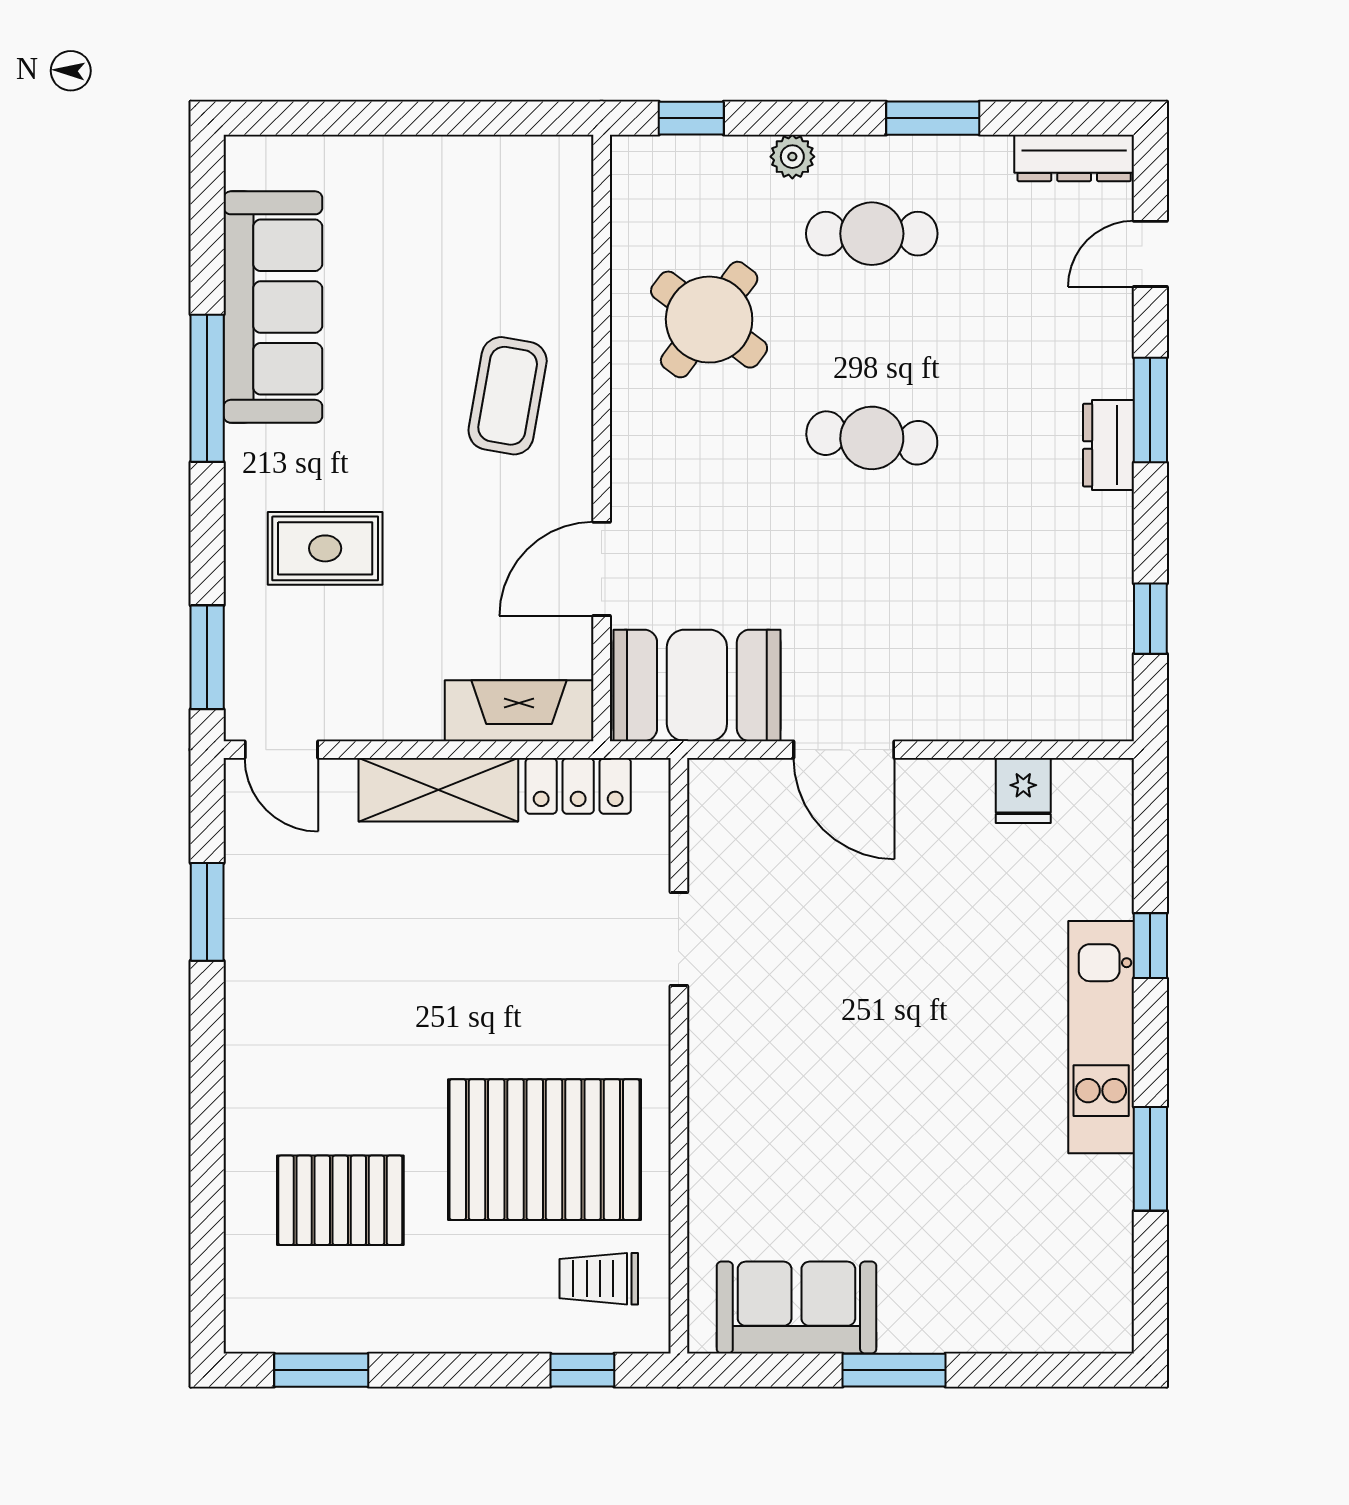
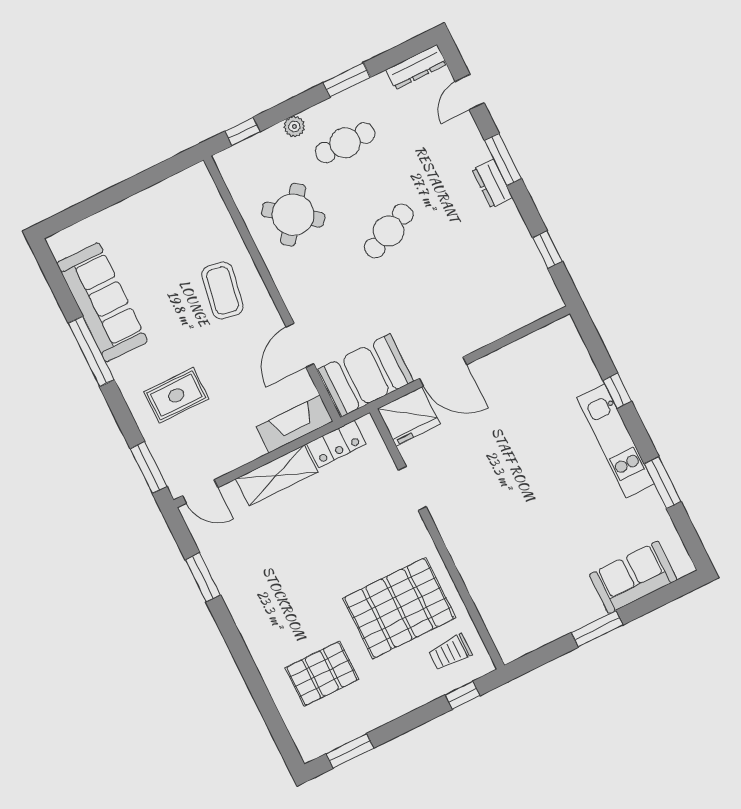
cafe table: (872, 438) -> (389, 231), turned -30
fridge: (1023, 790) -> (409, 416), moved, width x1.88, depth x1.34
sofa: (796, 1308) -> (633, 577), moved

